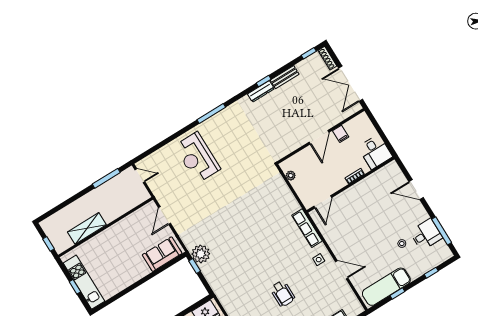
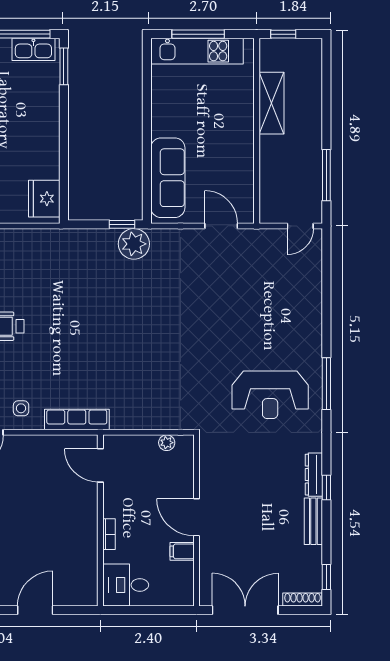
reception desk: (197, 157) -> (270, 395), moved, turned 180
sofa: (162, 254) -> (168, 178), width x1.36
window: (75, 287) -> (198, 34), width x2.17

